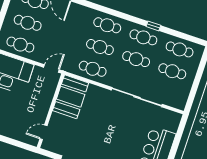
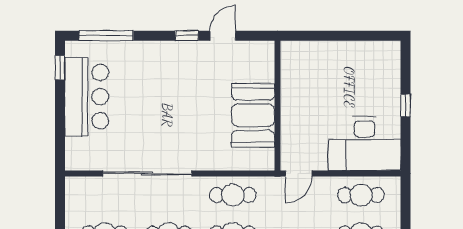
booth: (71, 97) -> (253, 115), moved
door: (43, 132) -> (277, 68), removed

